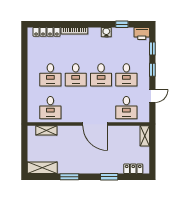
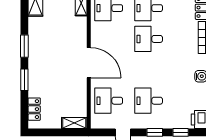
desk: (101, 75) -> (149, 70), removed
door: (95, 124) -> (89, 63), swing flipped
window: (69, 177) -> (24, 46), moved

